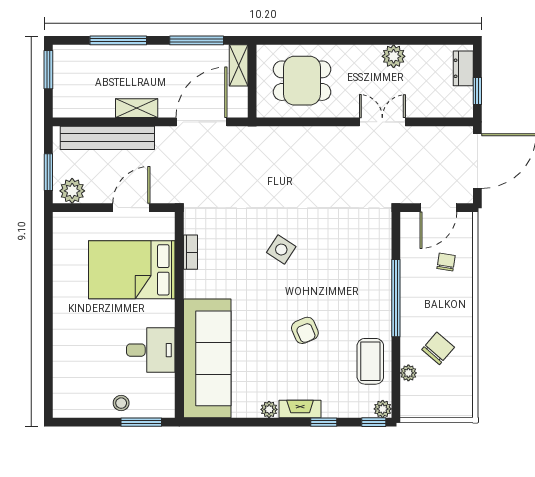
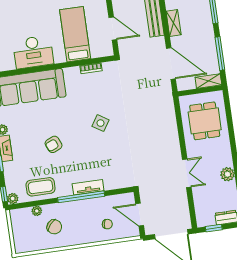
bed: (132, 270) -> (75, 34), width x0.67
tv unit: (382, 285) -> (88, 187), added
desk: (151, 350) -> (33, 52), width x1.37

